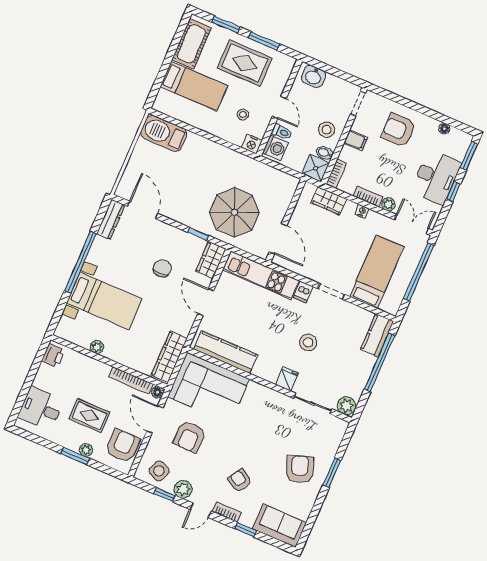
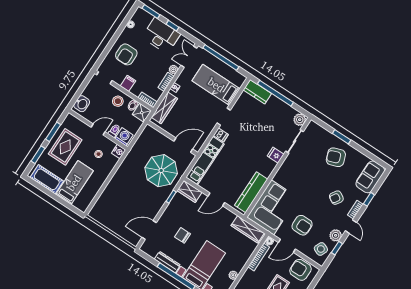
barbecue: (164, 133) -> (102, 208), removed
wardrobe: (329, 201) -> (164, 108), width x1.50
dresser: (111, 220) -> (167, 262), moved
chair: (162, 268) -> (183, 235), moved
stool: (308, 342) -> (254, 137), removed

